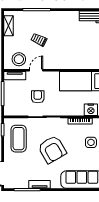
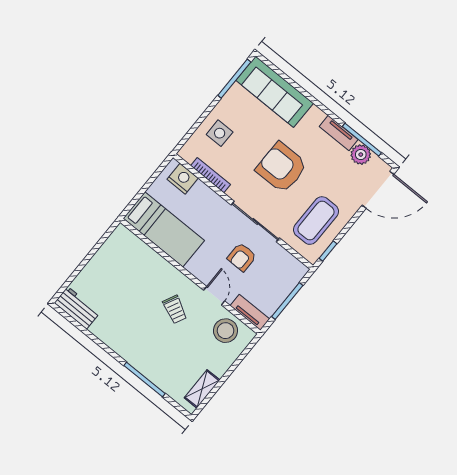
trolley: (39, 40) -> (175, 309), moved
door: (36, 70) -> (214, 296), swing flipped
armchair: (52, 149) -> (282, 167), turned -60
plant: (22, 183) -> (361, 155), added

